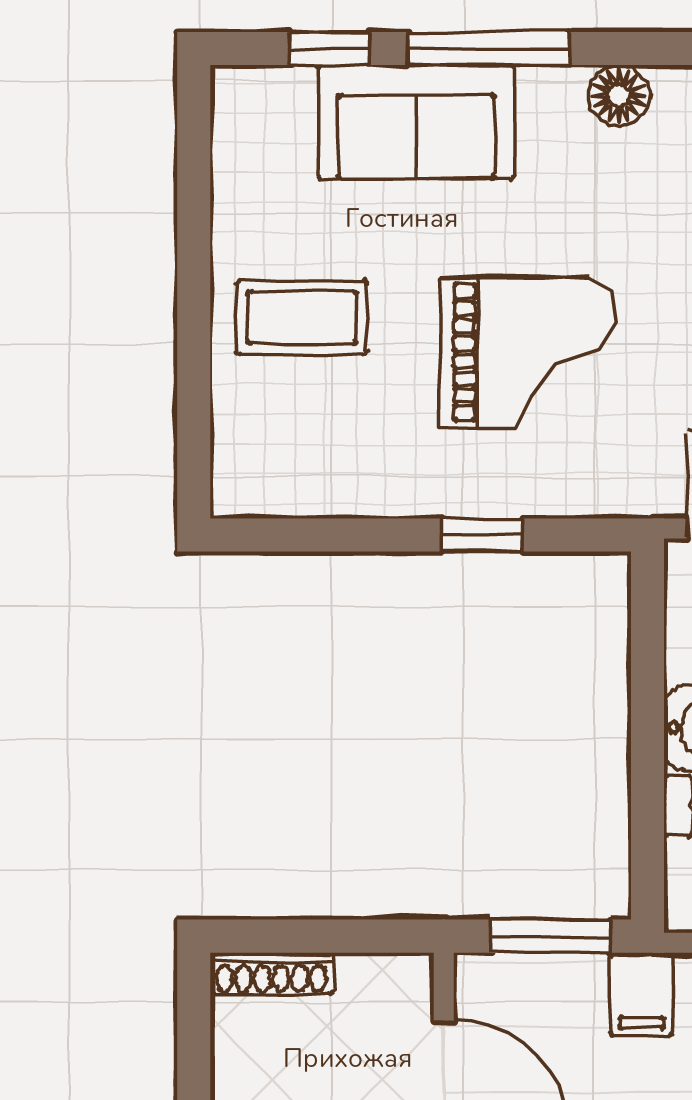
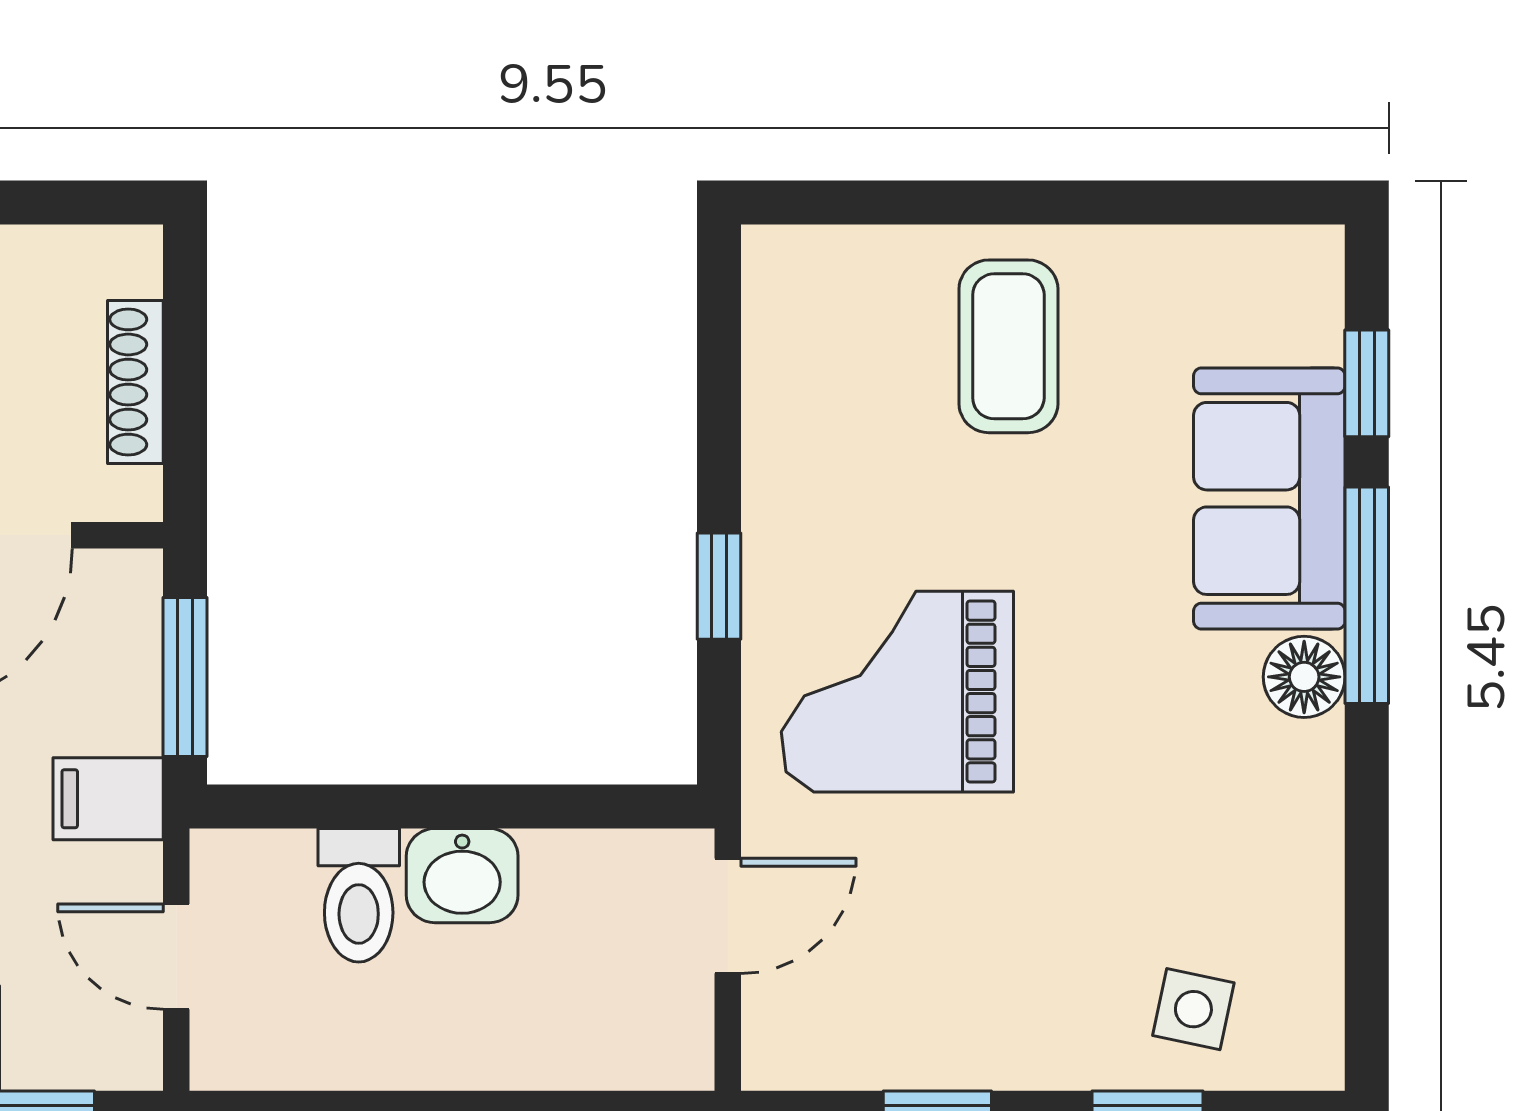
floor lamp: (619, 96) -> (1304, 677), moved
grand piano: (527, 352) -> (897, 692), moved, turned 90
shoe rack: (272, 973) -> (135, 382), moved

